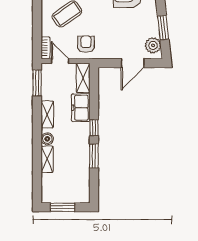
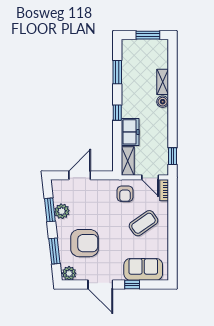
plant: (153, 45) -> (62, 211), moved
window: (37, 83) -> (173, 156), width x0.67
shelving: (47, 114) -> (163, 125), removed
window: (94, 156) -> (117, 72), moved

